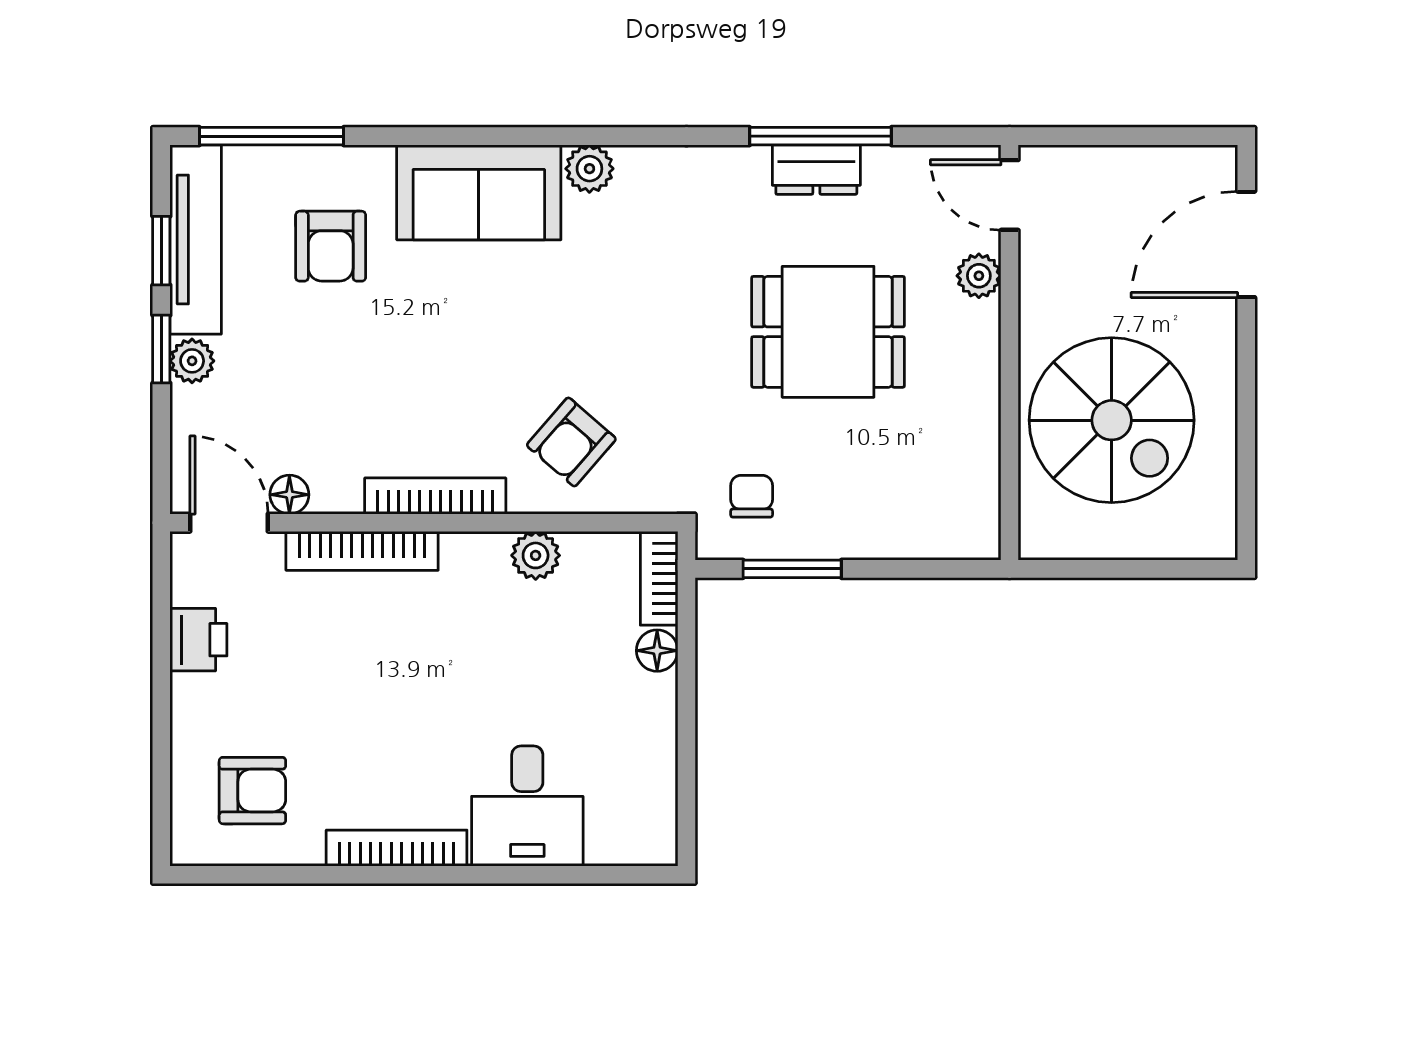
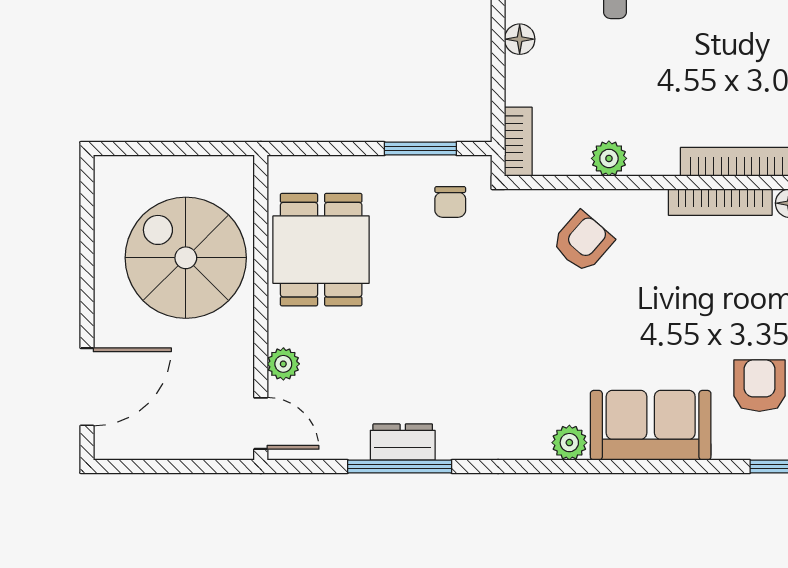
dining table: (828, 332) -> (321, 250), moved, turned 90
bookcase: (435, 496) -> (720, 202), moved
floor lamp: (657, 651) -> (520, 39), moved

